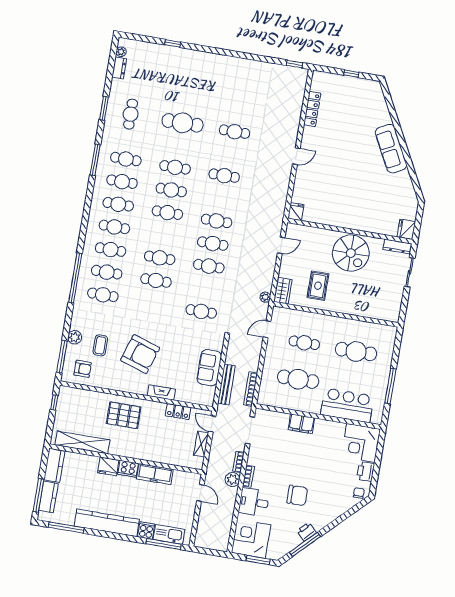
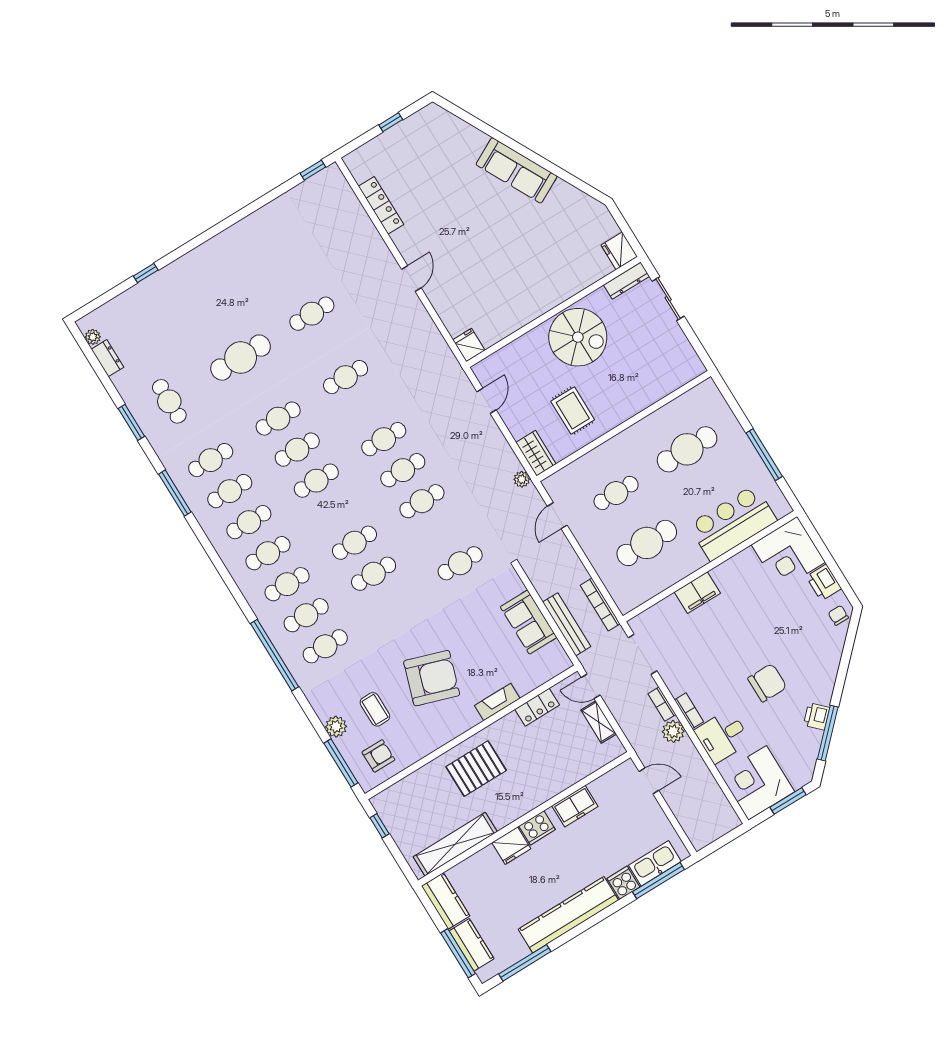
freezer: (155, 474) -> (575, 806), width x0.71

